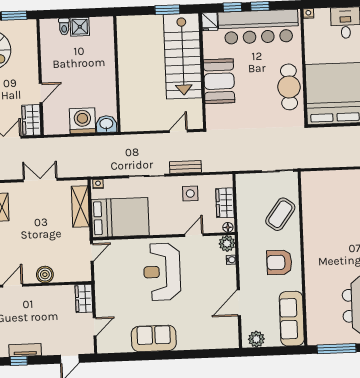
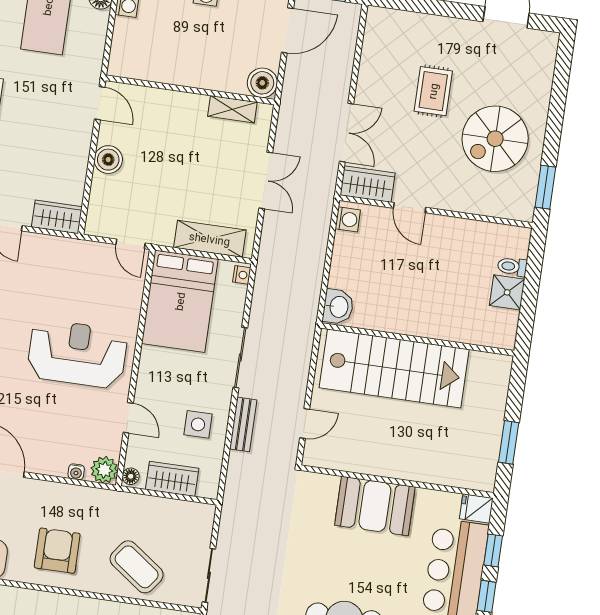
stairs: (183, 56) -> (394, 368), moved, turned 180
washing machine: (83, 121) -> (348, 219), moved, width x0.53, depth x0.53
door: (178, 131) -> (305, 424), hinge flipped

